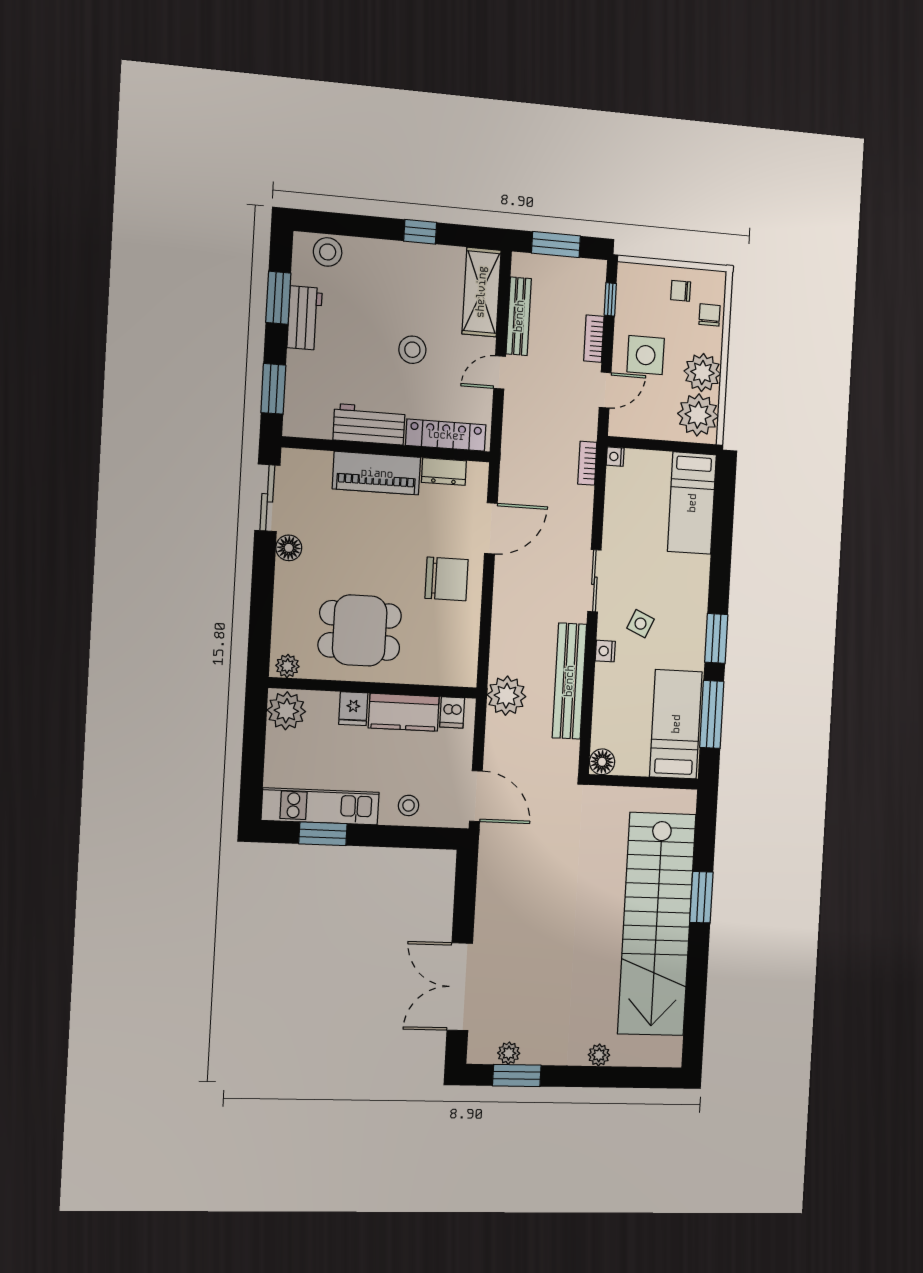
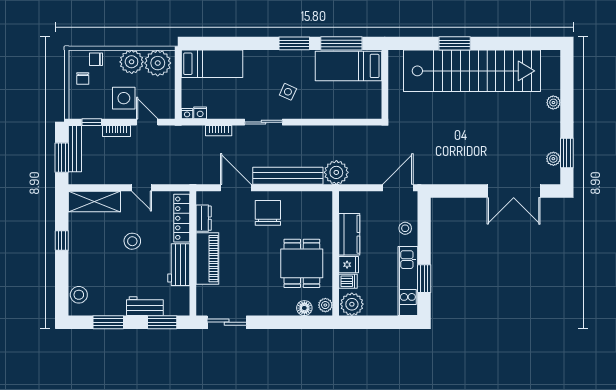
bench: (519, 316) -> (75, 149), moved, turned 90
workbench: (305, 318) -> (145, 306), moved
bookcase: (587, 463) -> (219, 131), moved
floor lamp: (289, 548) -> (304, 308), moved
nightstand: (605, 651) -> (200, 113), moved
bench: (569, 681) -> (288, 176), moved
dishwasher: (452, 712) -> (348, 281), moved
floor lamp: (602, 762) -> (374, 111), removed

